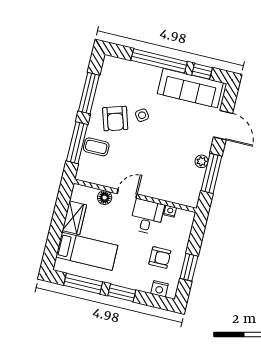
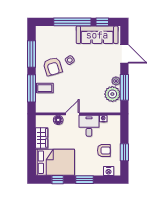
plant: (192, 179) -> (112, 94), added
bed: (87, 251) -> (55, 162), width x1.50
window: (83, 284) -> (58, 180), width x0.46

